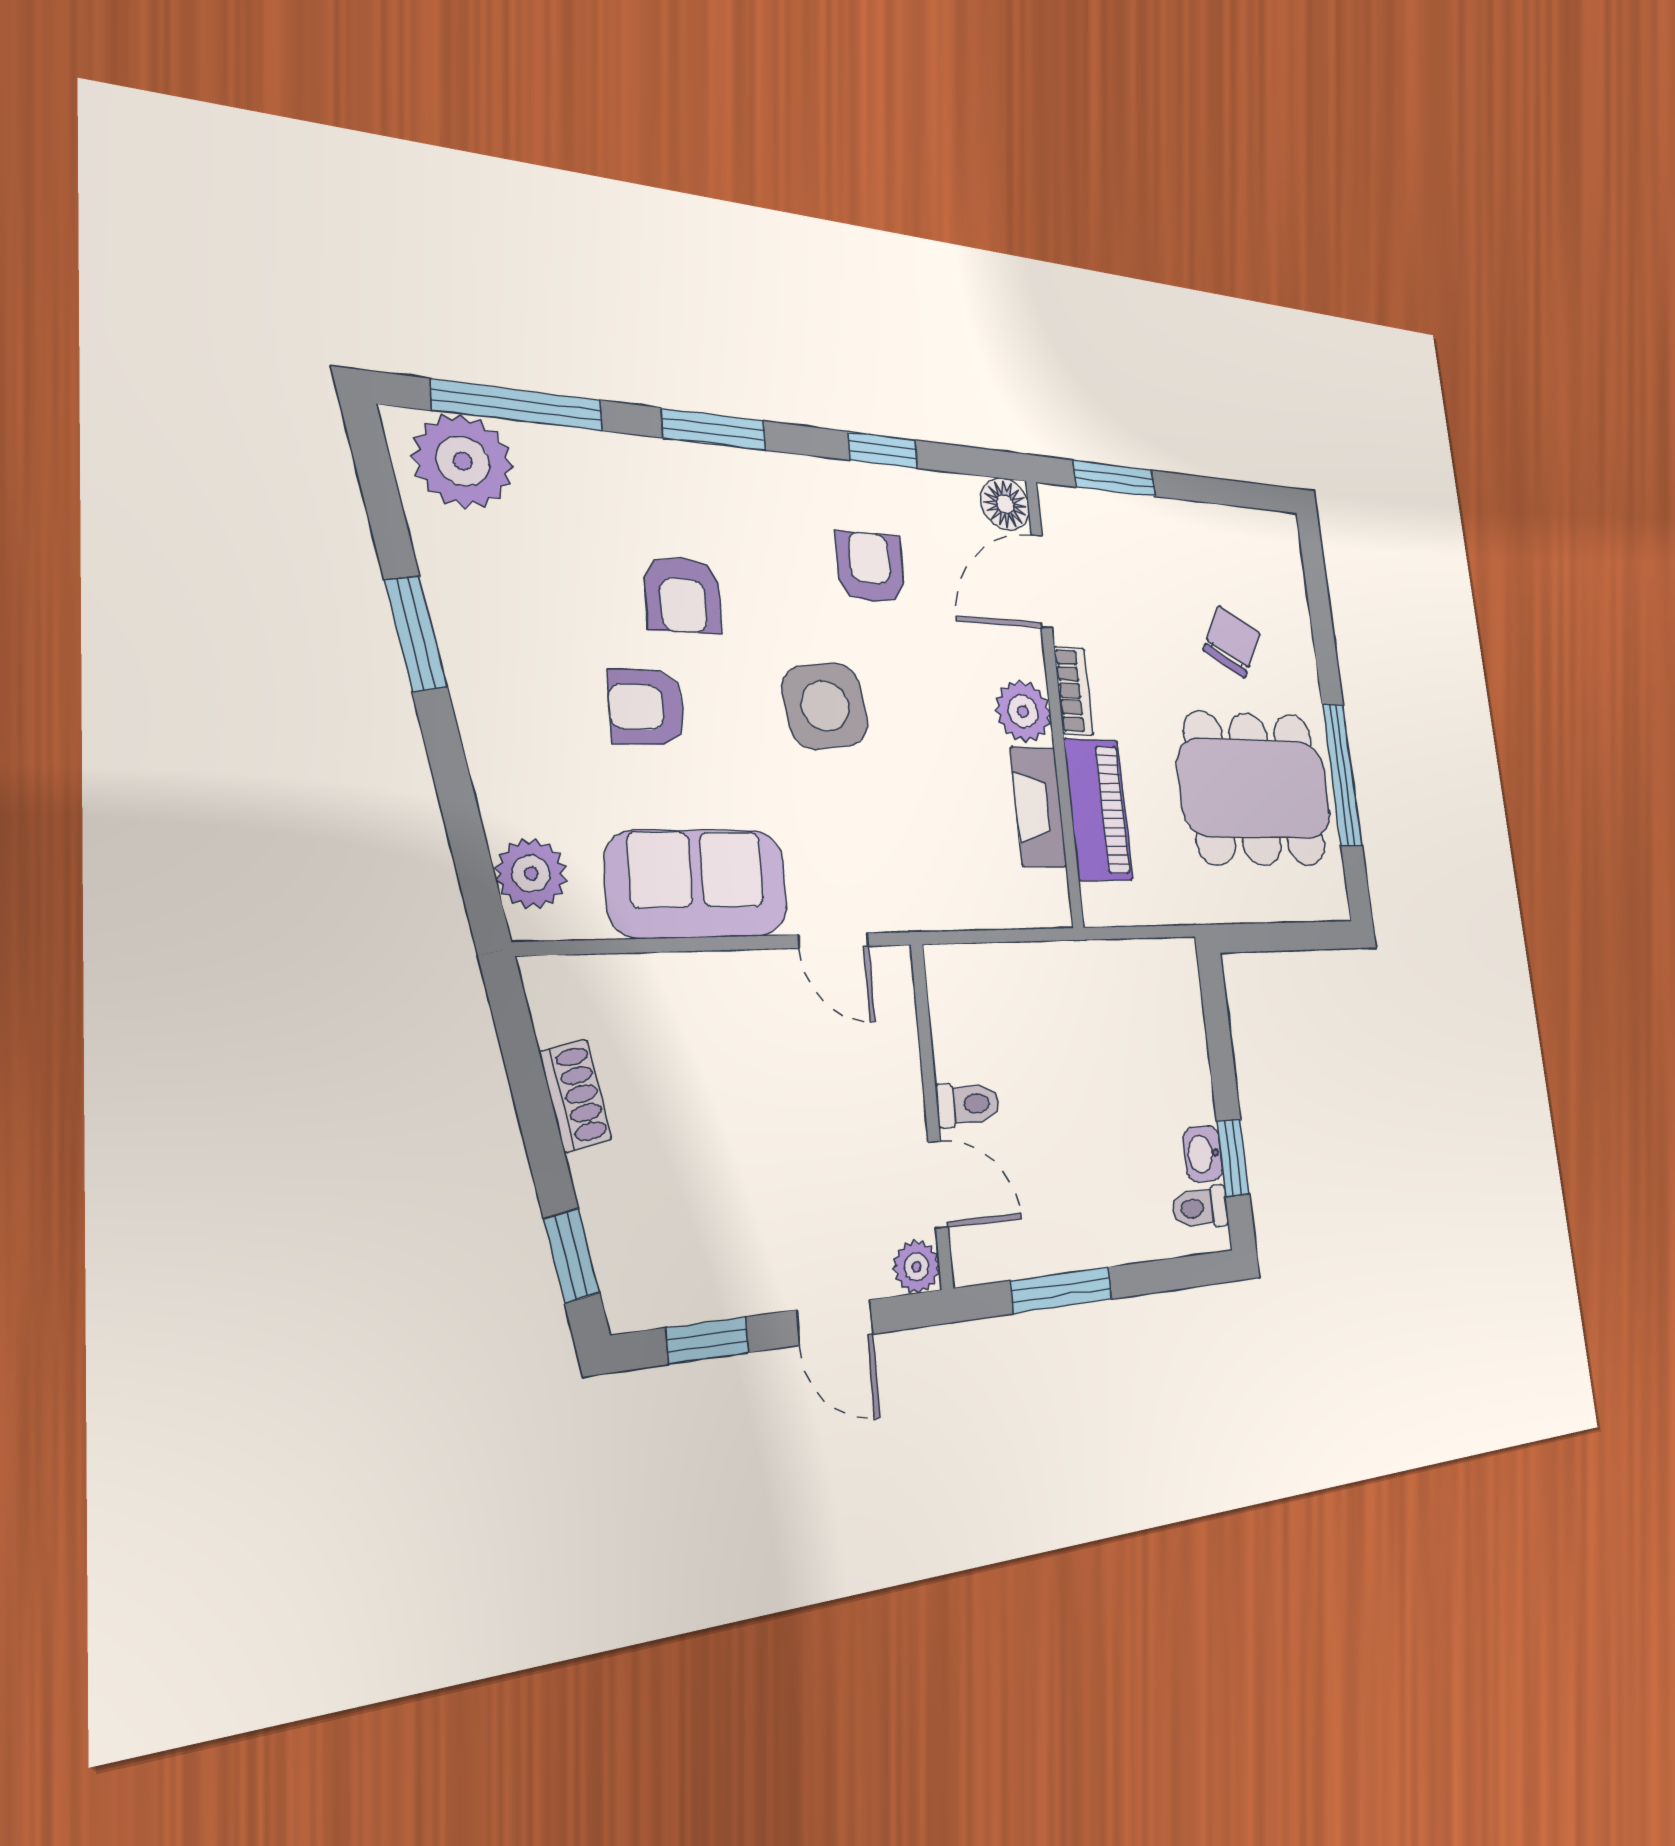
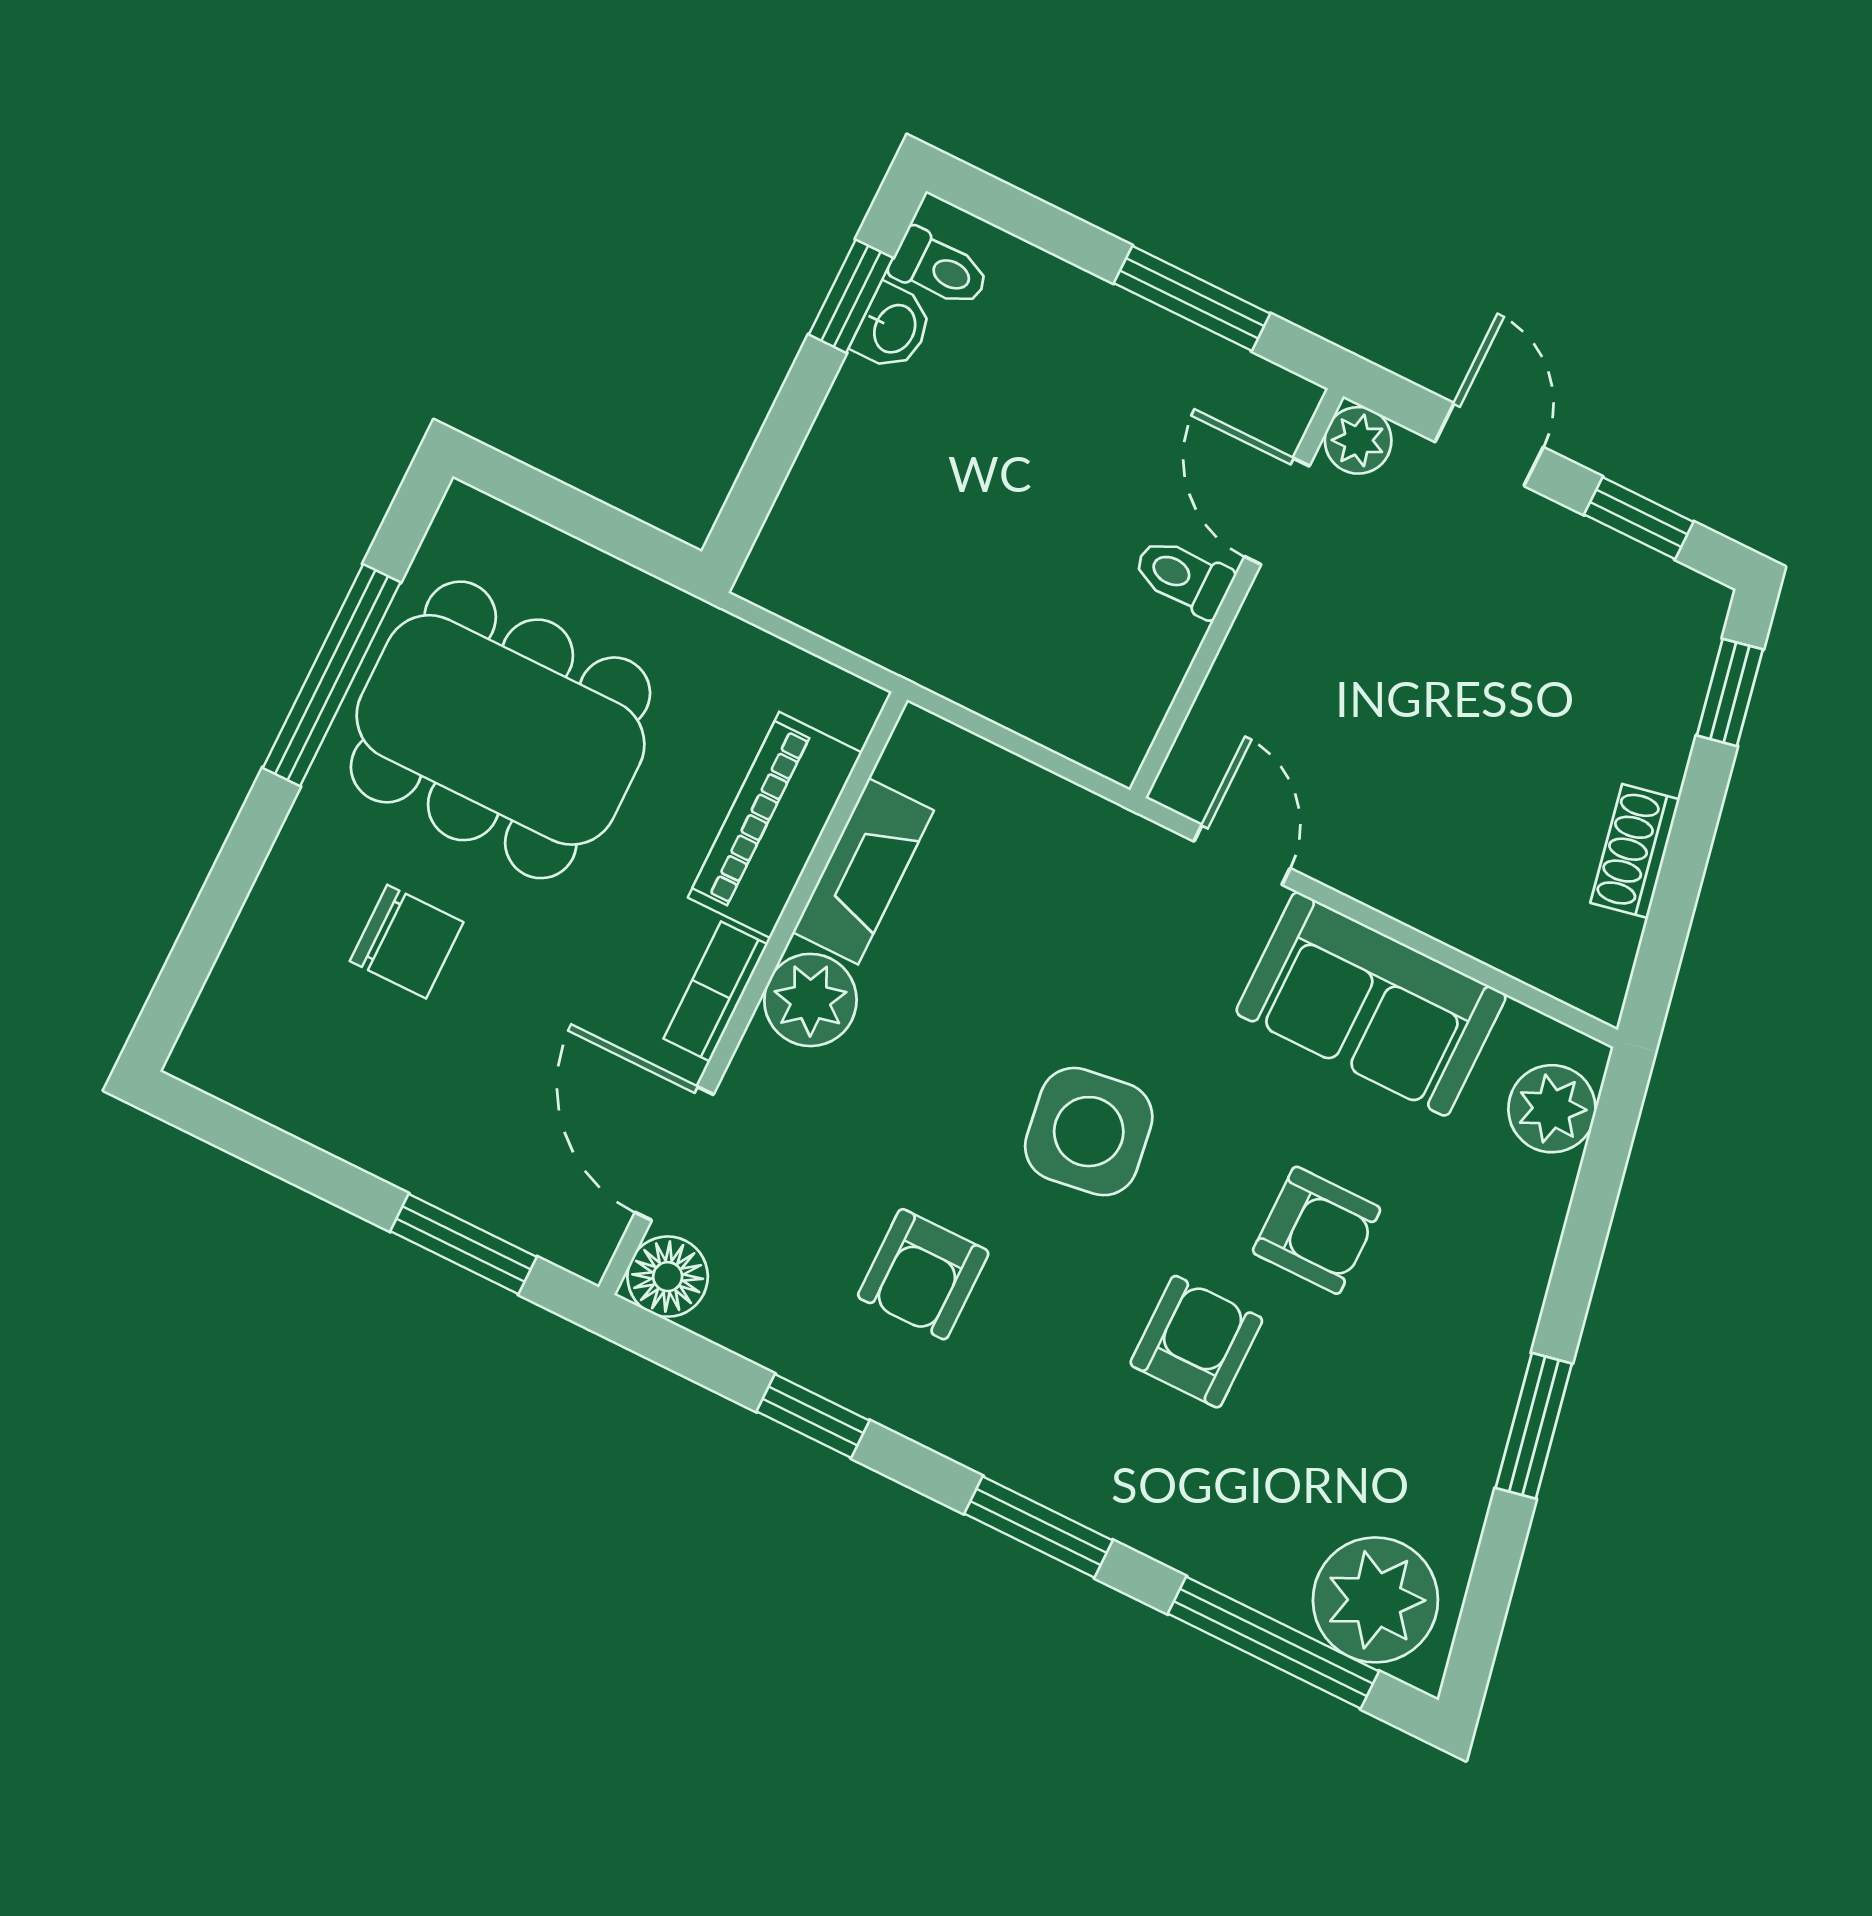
door: (1042, 581) -> (674, 1153), swing flipped
chair: (1232, 642) -> (407, 942), turned -119

